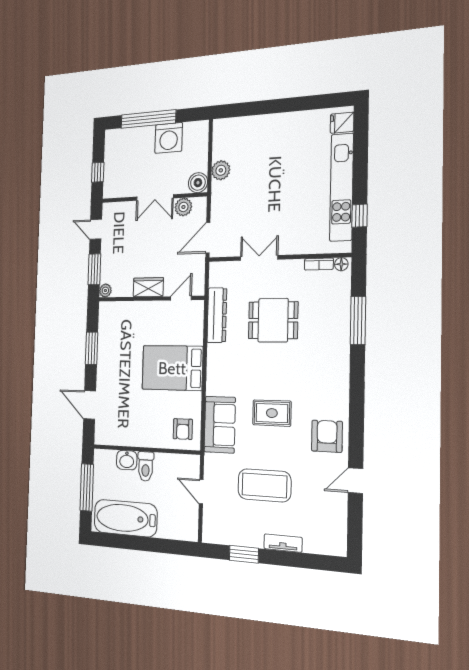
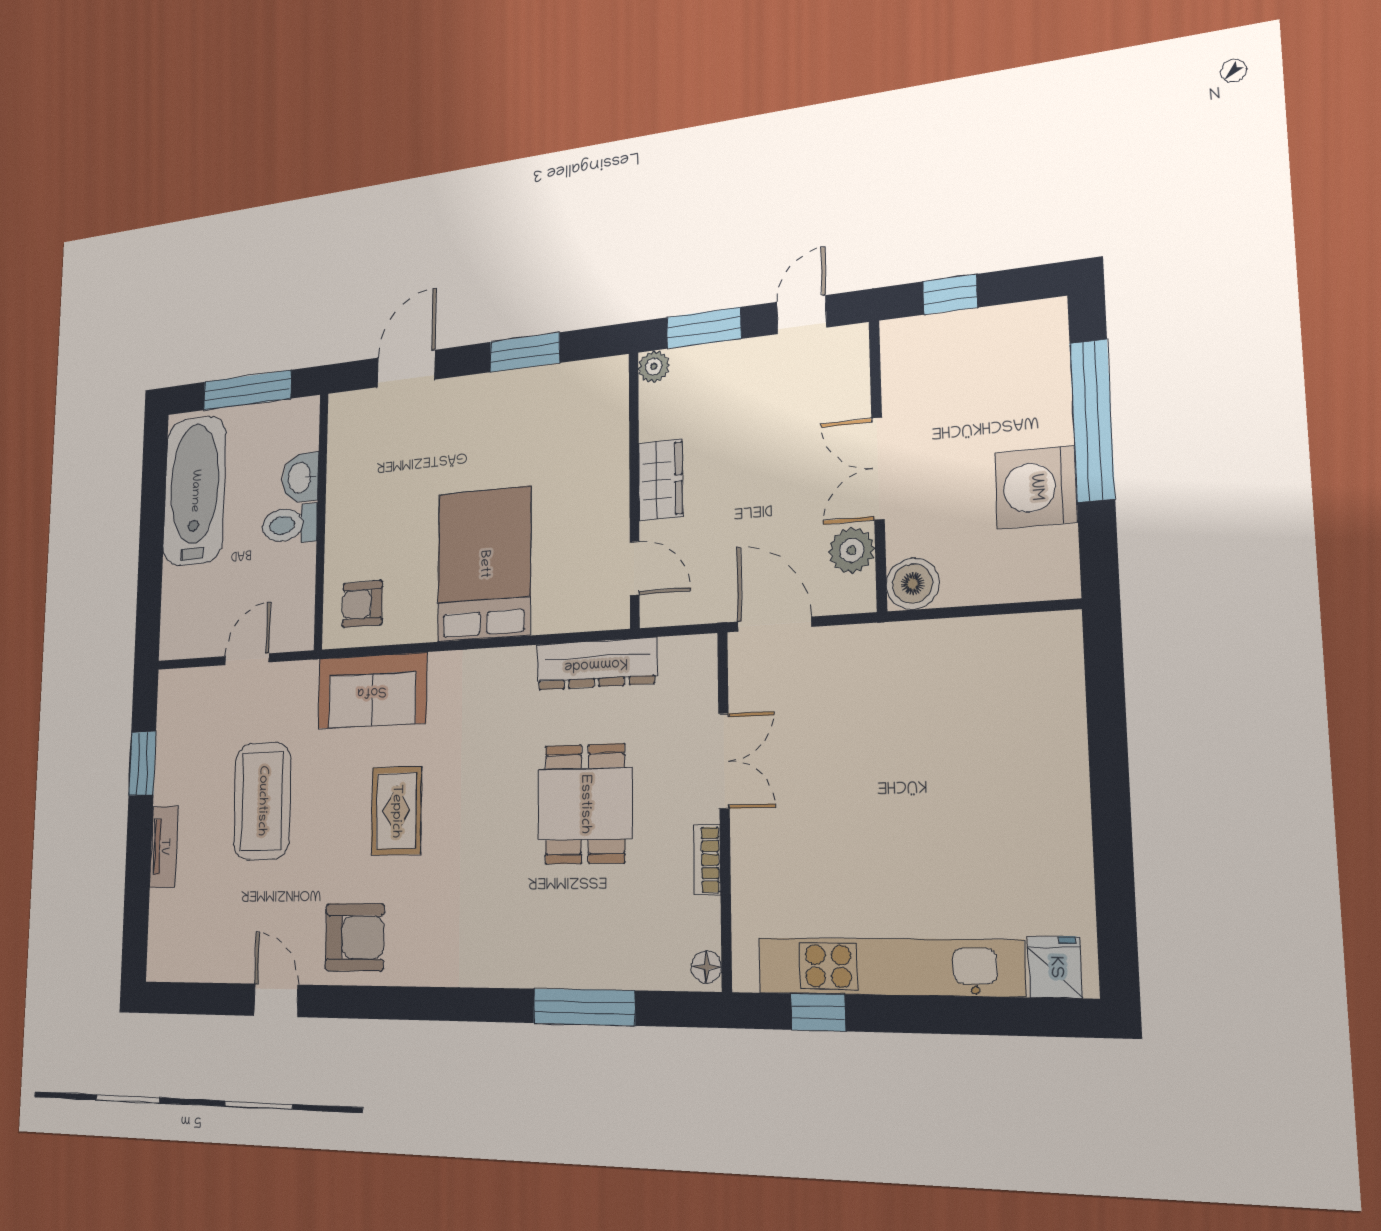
plant: (221, 170) -> (943, 644), removed
bookcase: (319, 264) -> (707, 860), moved

